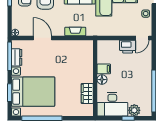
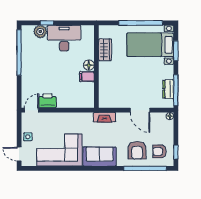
filing cabinet: (104, 69) -> (87, 77), moved
wall: (95, 78) -> (96, 67), moved
floor lamp: (102, 80) -> (89, 65), moved
bed with nightstands: (33, 92) -> (150, 45), width x0.73
wardrobe: (87, 93) -> (105, 50), moved

